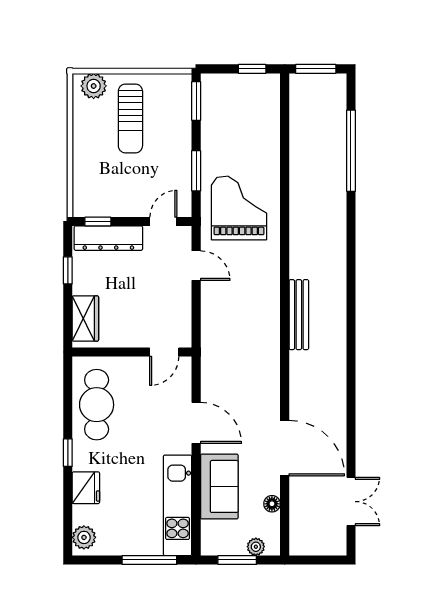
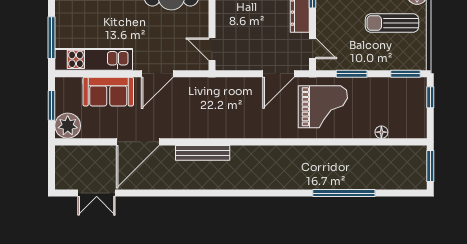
window: (252, 69) -> (430, 97), moved
window: (351, 151) -> (344, 193), moved
door: (196, 266) -> (278, 74), width x1.38
bench: (299, 315) -> (203, 153), moved
floor lamp: (272, 504) -> (381, 132), moved
plant: (256, 547) -> (68, 126), width x1.87, depth x1.87

